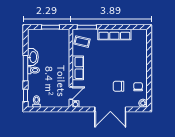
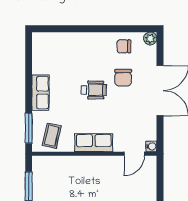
row of seats: (114, 34) -> (40, 93), width x0.68
wheelchair: (111, 68) -> (94, 90), added
door: (71, 93) -> (134, 154), swing flipped

